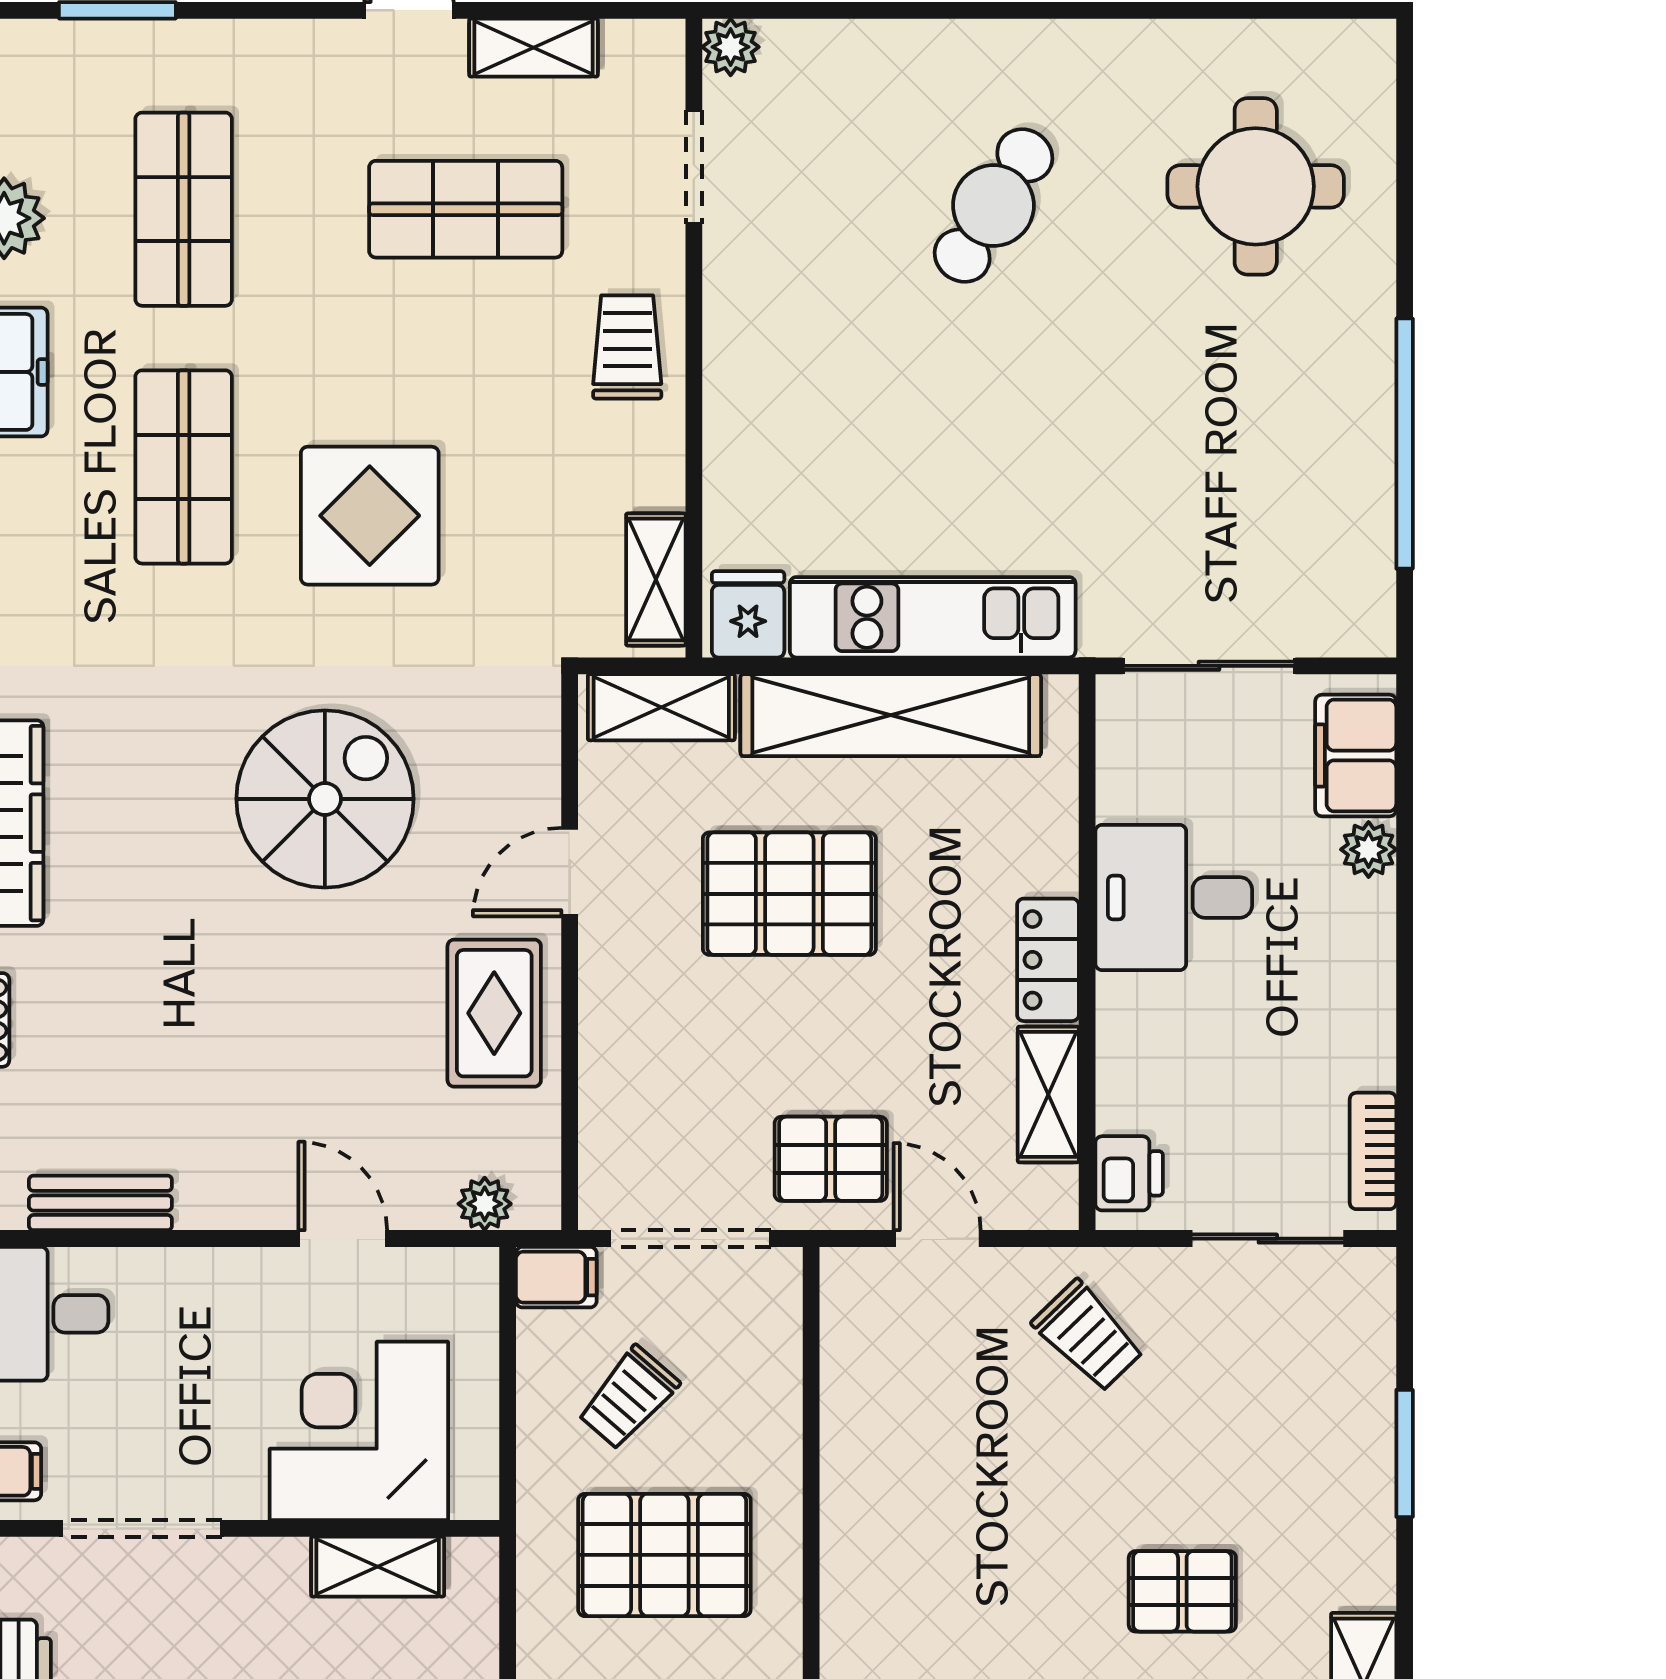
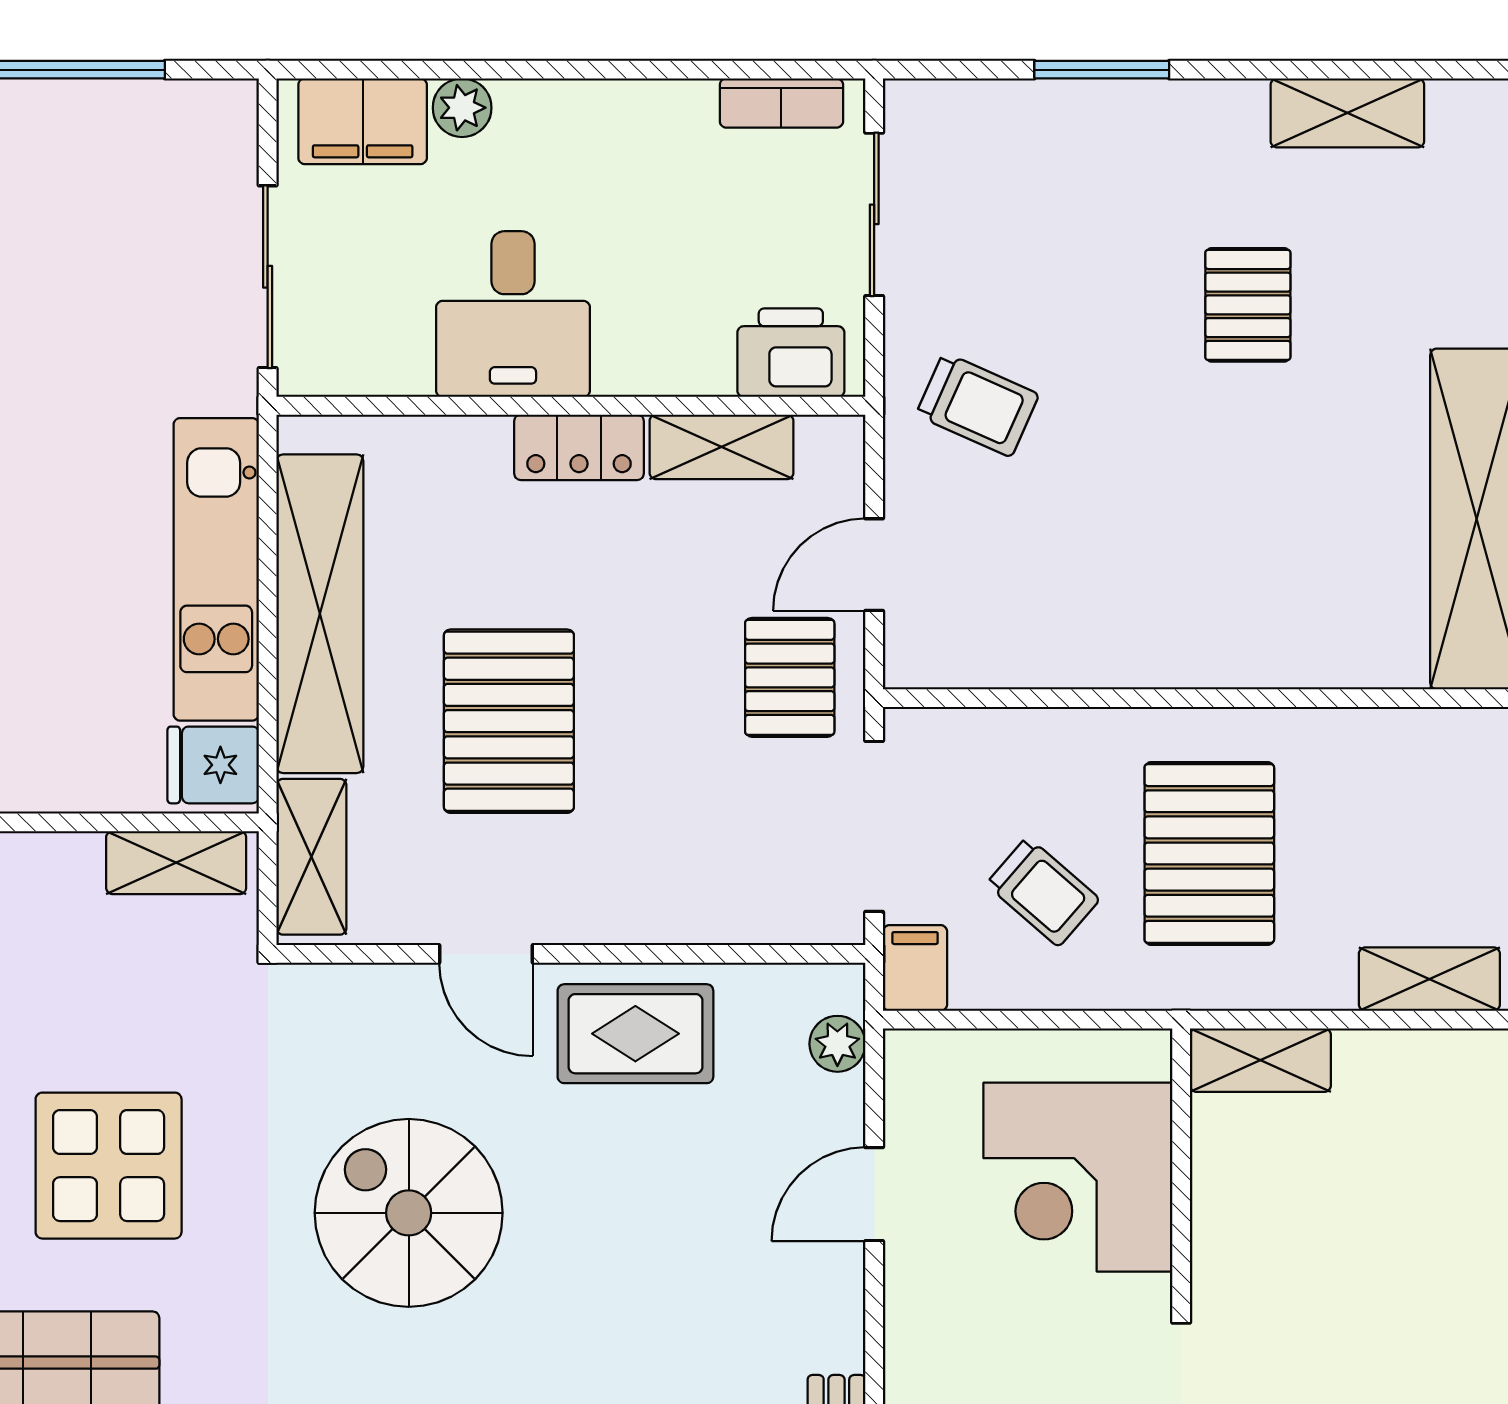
printer: (1129, 1173) -> (791, 353), width x1.36, depth x1.24
trolley: (1088, 1336) -> (977, 405), turned 68
shelving: (378, 1567) -> (1260, 1060), moved, turned 90

